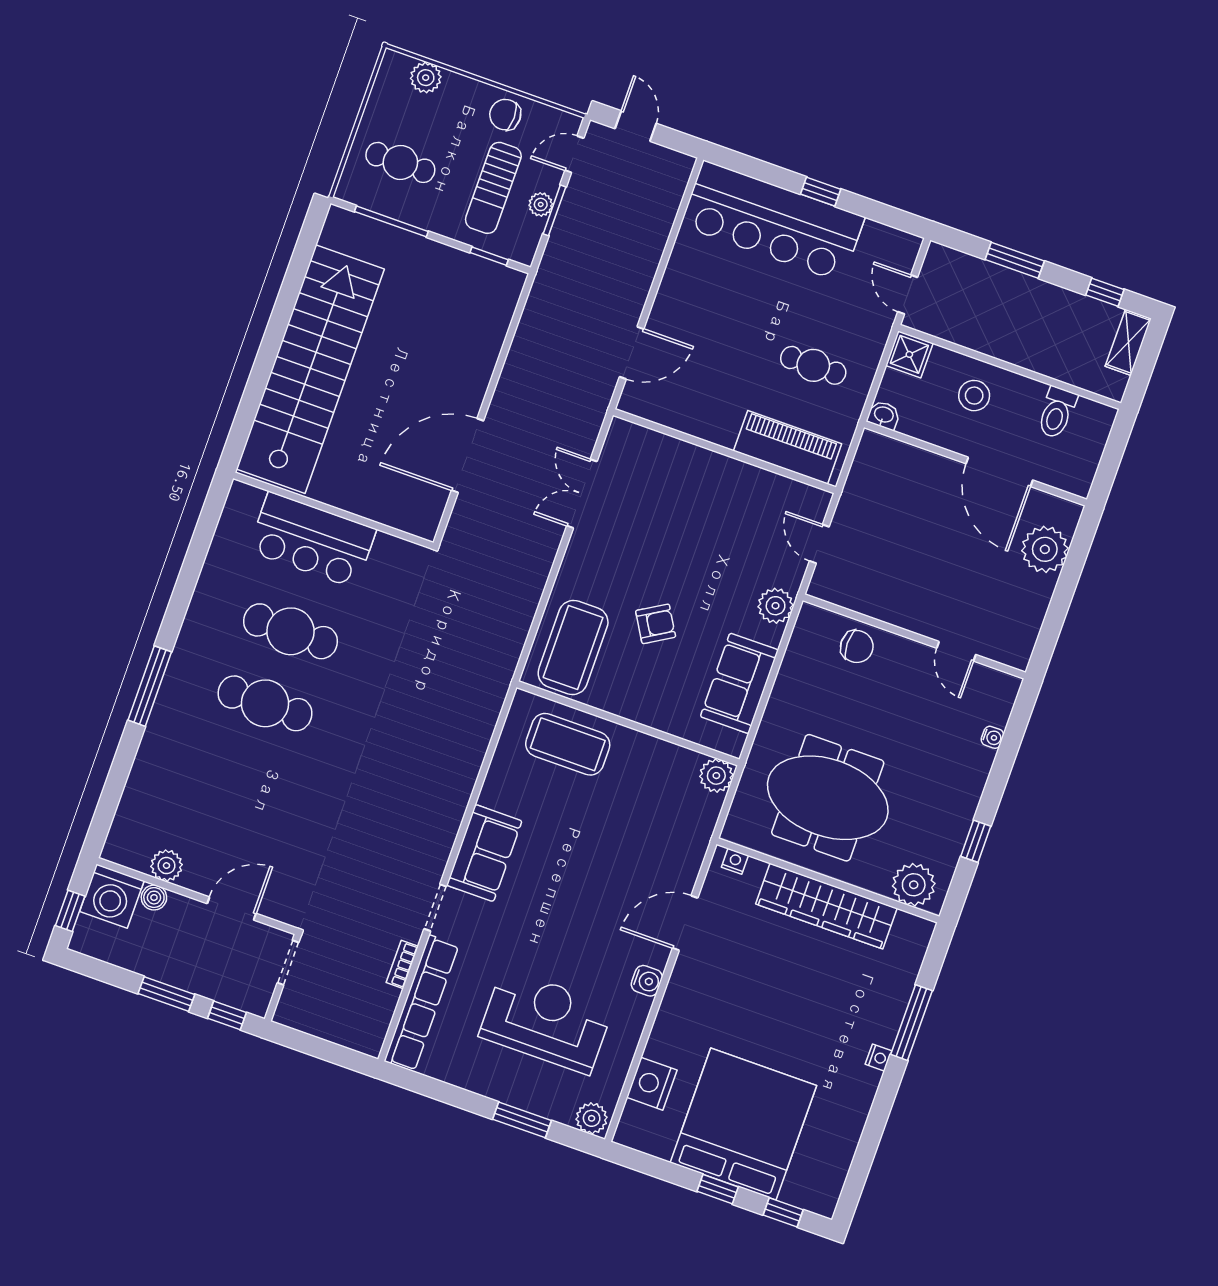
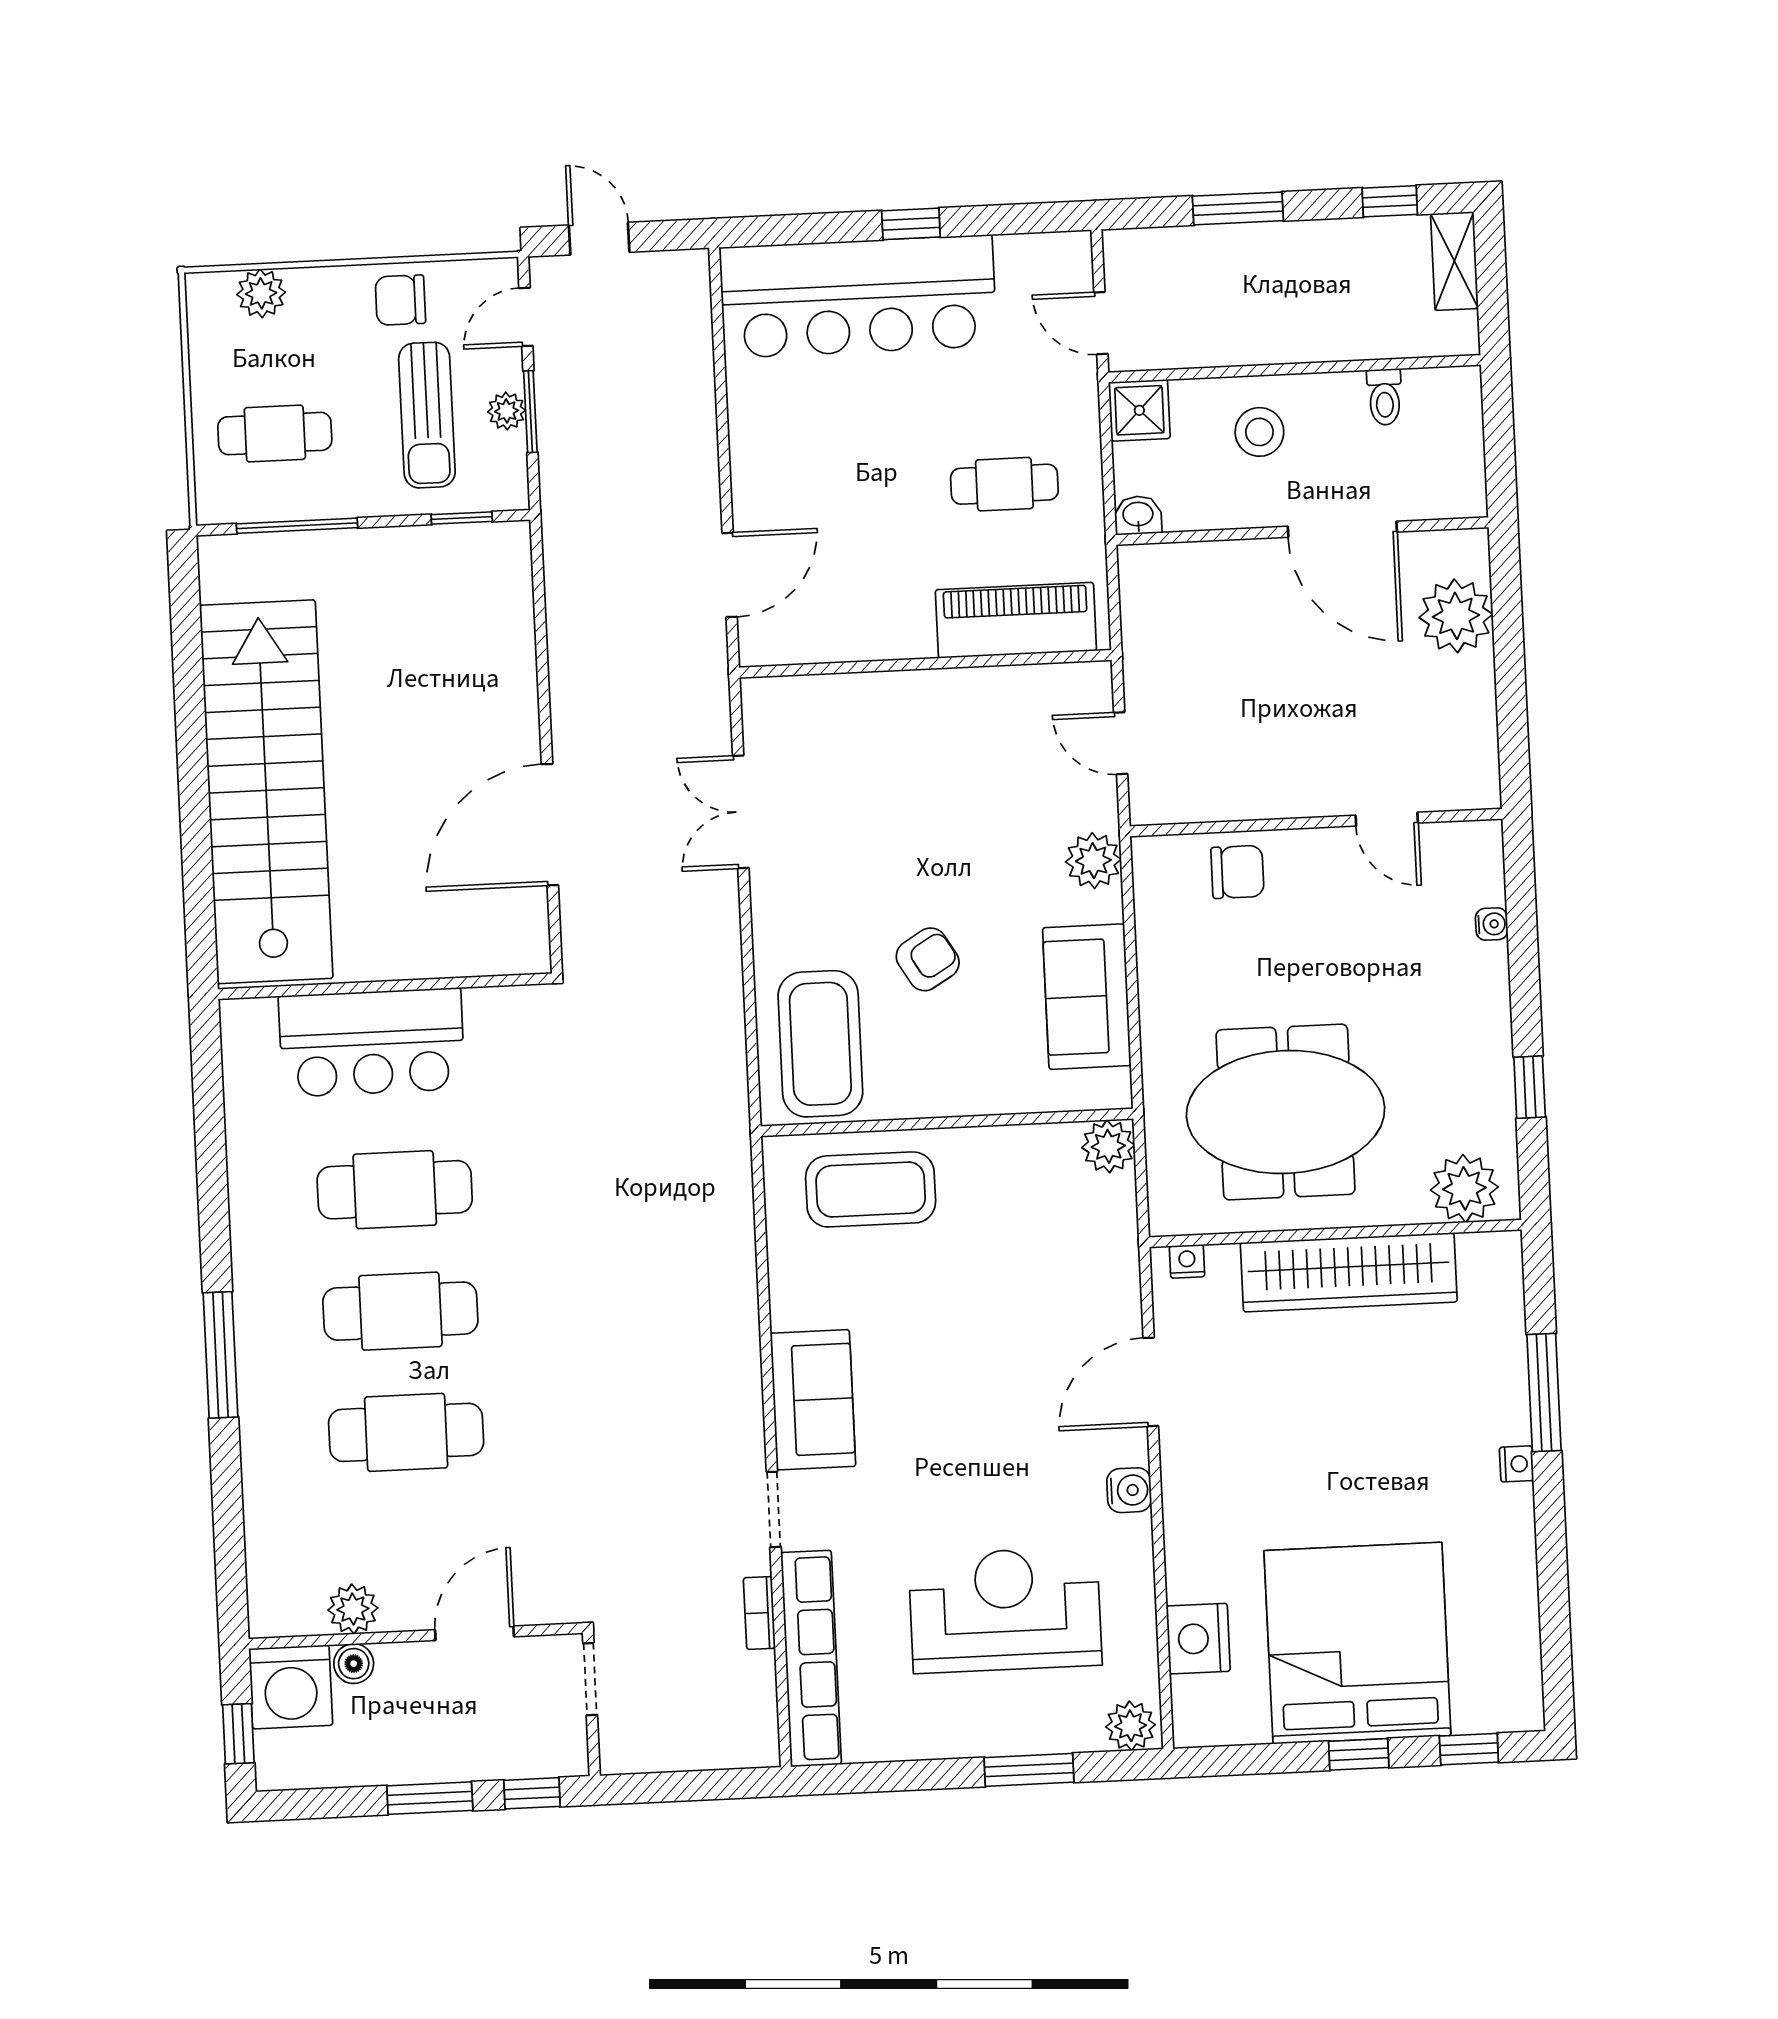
toilet: (1057, 413) -> (1385, 397), width x0.73, depth x0.72
cafe table: (239, 775) -> (406, 1432), added

